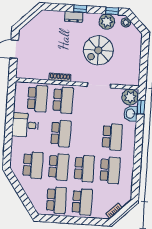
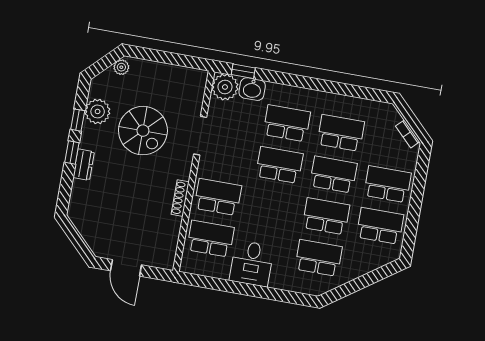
window: (112, 11) -> (78, 120), moved
plant: (126, 22) -> (121, 67), moved
school desk: (61, 133) -> (279, 165), moved

